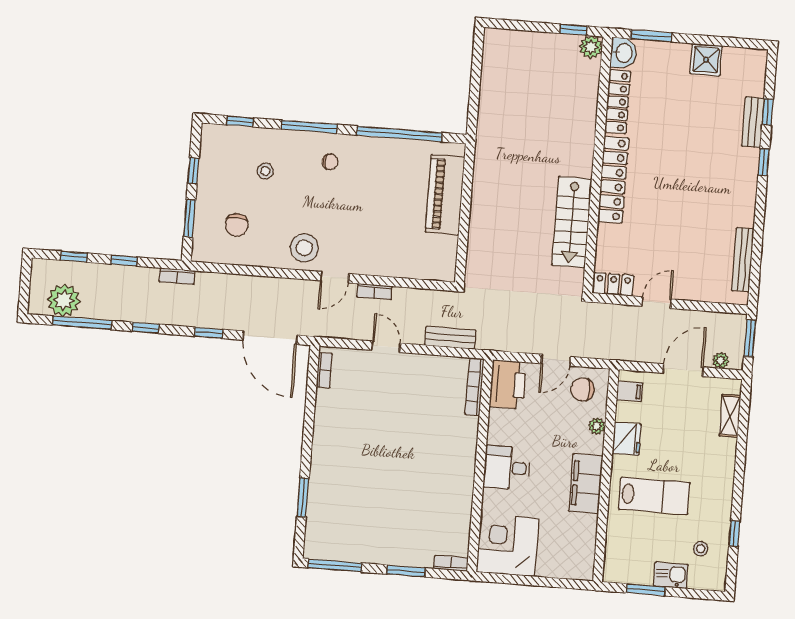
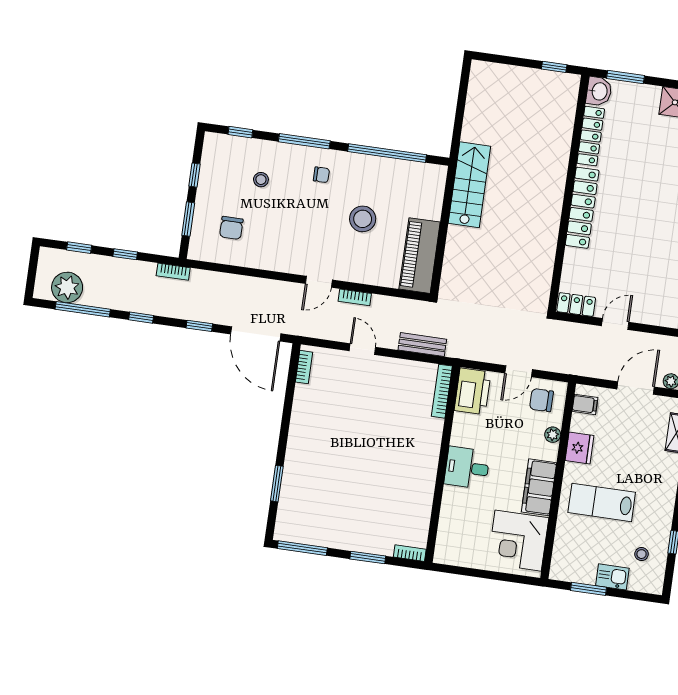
plant: (591, 47) -> (569, 84), removed
piano: (445, 195) -> (420, 256), moved
stairs: (572, 222) -> (469, 185), moved, turned 180
stool: (304, 248) -> (363, 219), moved
lab bench: (654, 496) -> (602, 502), turned 180
corner desk: (508, 545) -> (518, 541), moved, turned -90

